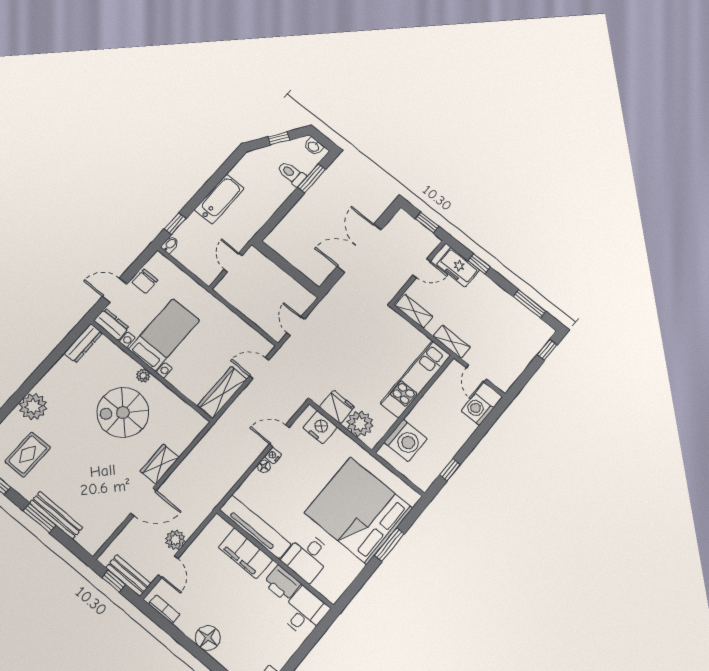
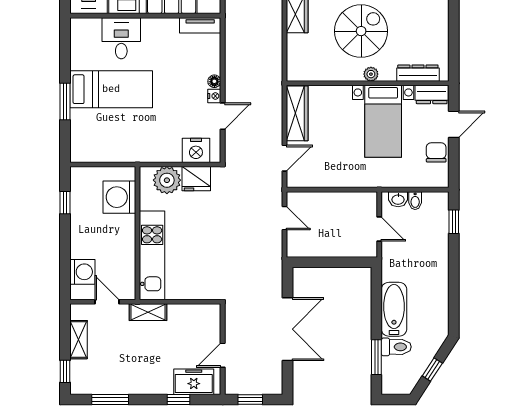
washbasin: (314, 146) -> (398, 199), moved, turned 180
bathtub: (219, 199) -> (394, 309), moved, turned 180
bidet: (170, 244) -> (415, 201), moved
shelving: (414, 311) -> (79, 340), moved, turned 90
dresser: (83, 343) -> (418, 73), moved, turned 90
bed: (359, 510) -> (111, 89), width x0.49
tv unit: (255, 527) -> (200, 25), width x0.52, depth x0.78

